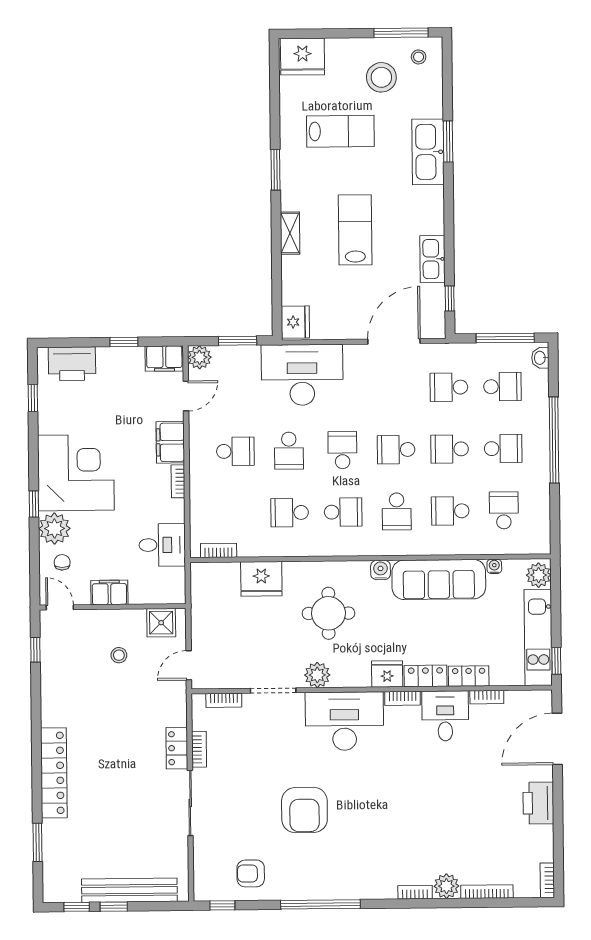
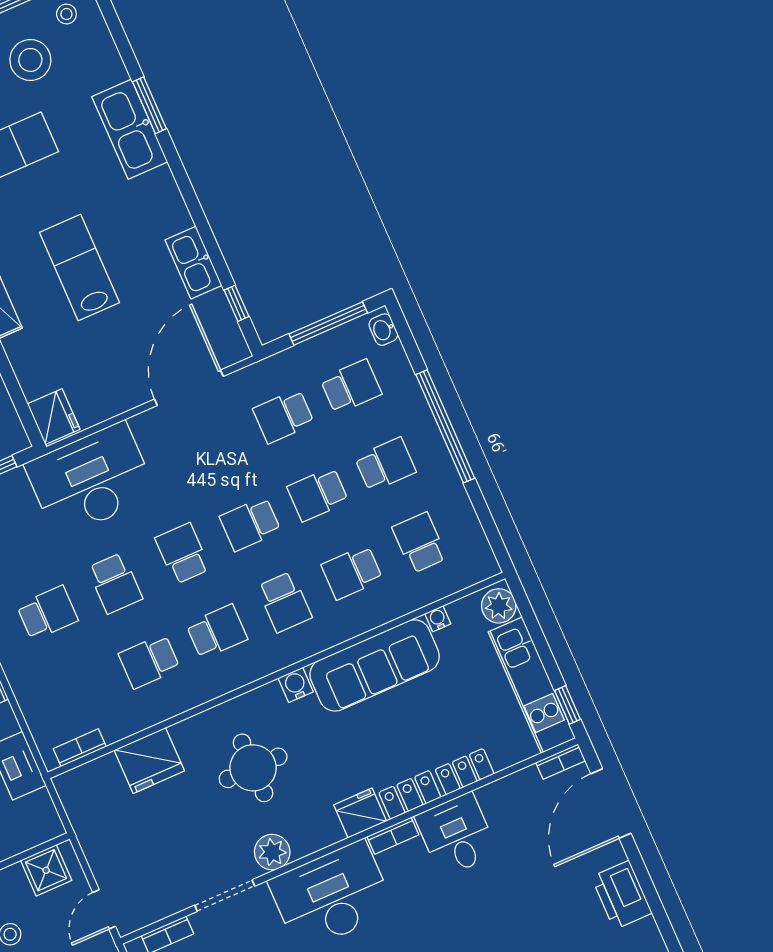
bookcase: (487, 697) -> (561, 762), moved

